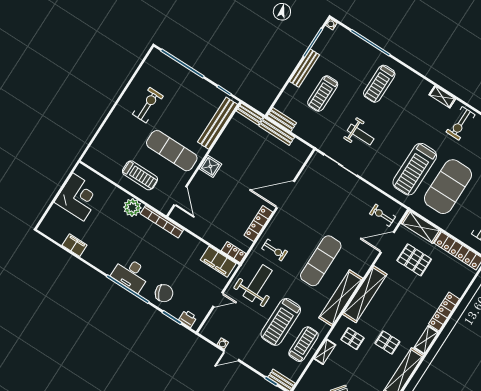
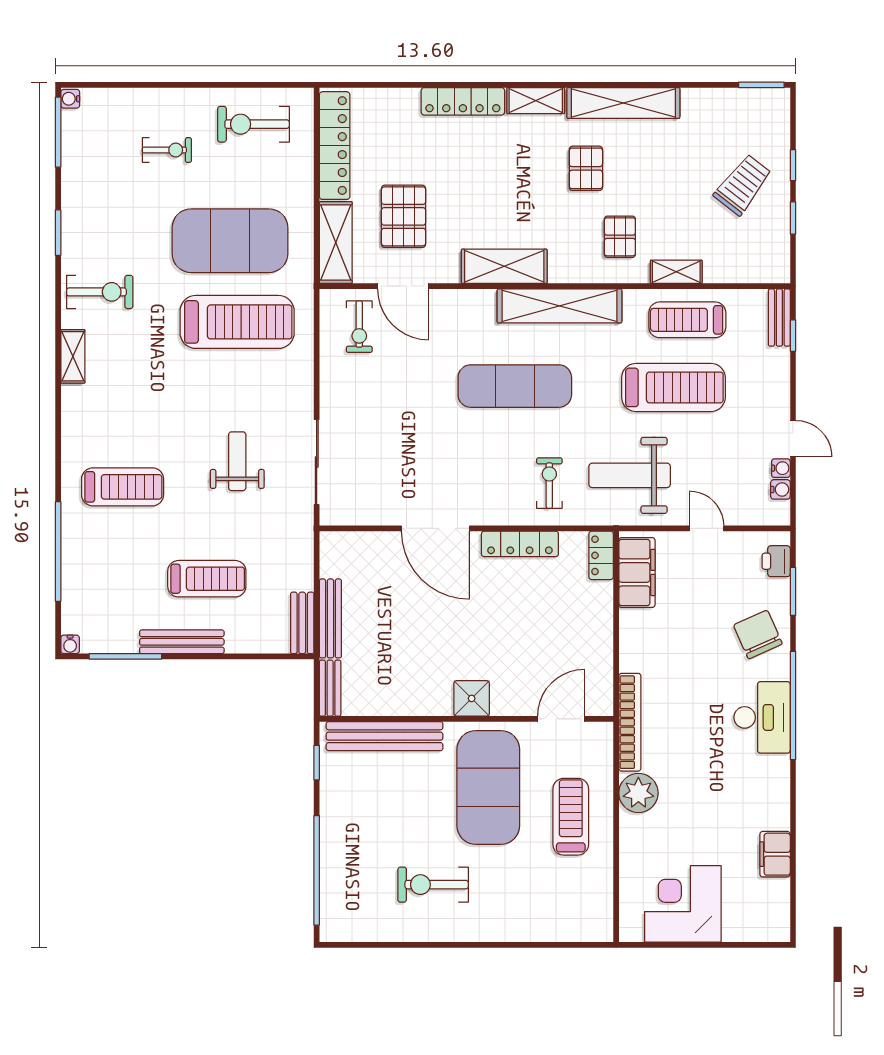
exercise mat: (172, 151) -> (488, 787), width x1.47
shelving: (365, 294) -> (504, 266), width x0.68
water cooler: (215, 338) -> (780, 489), added

